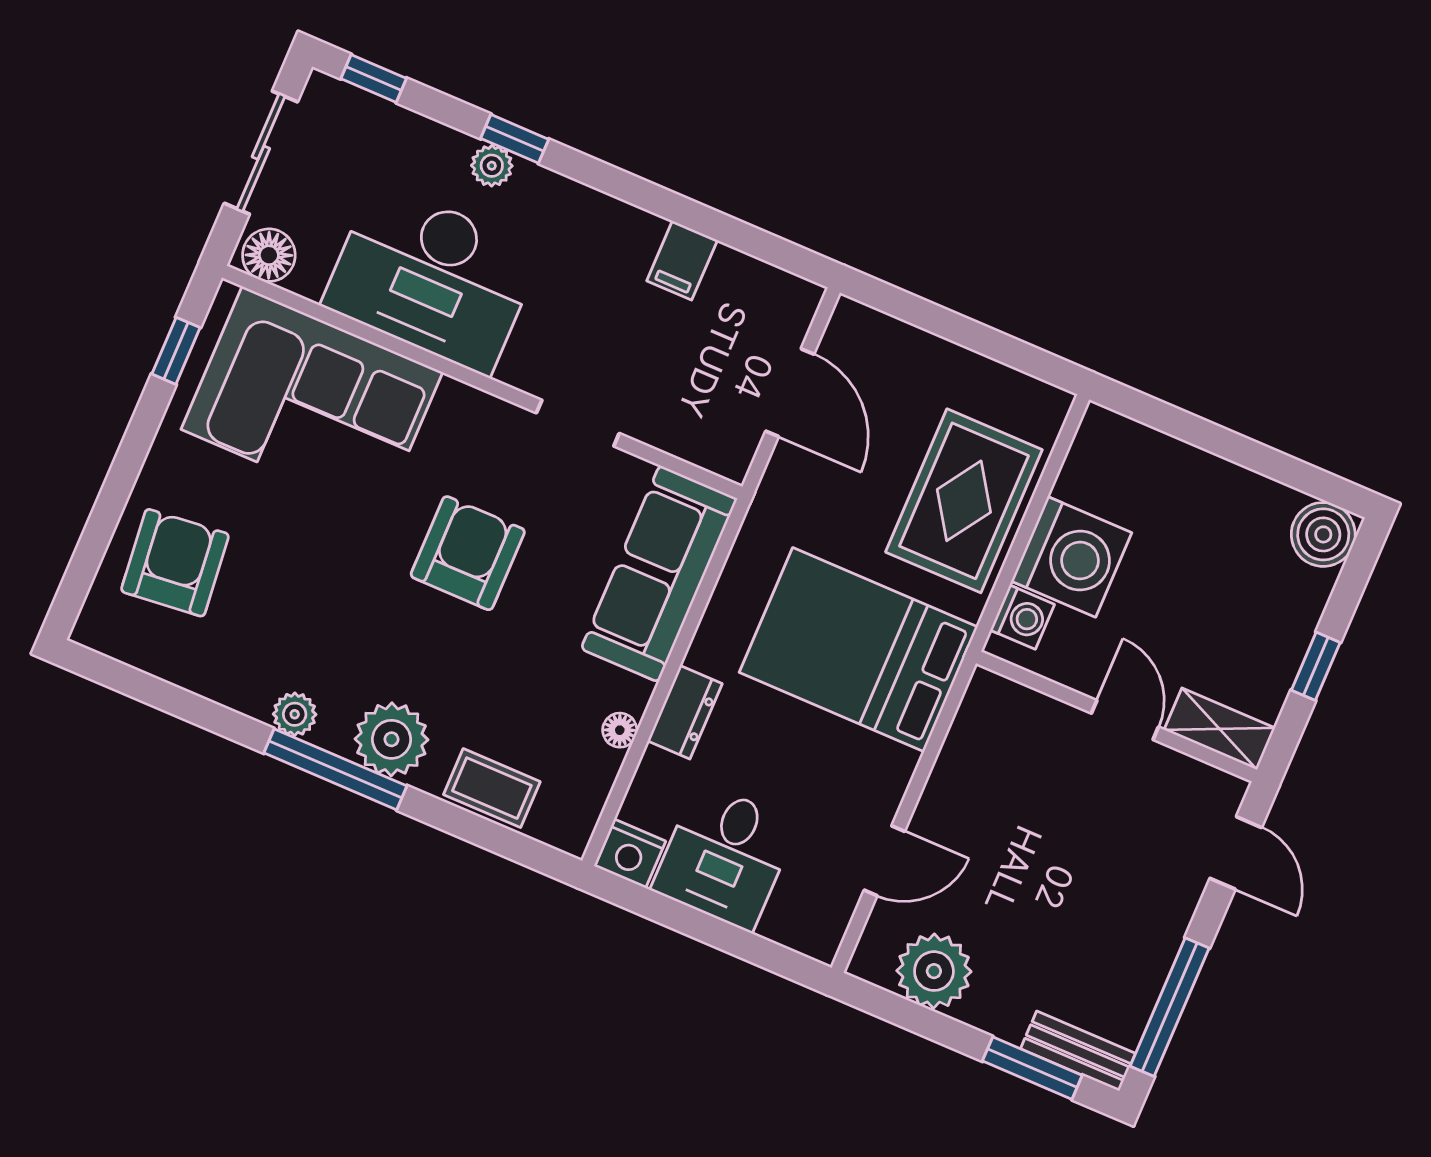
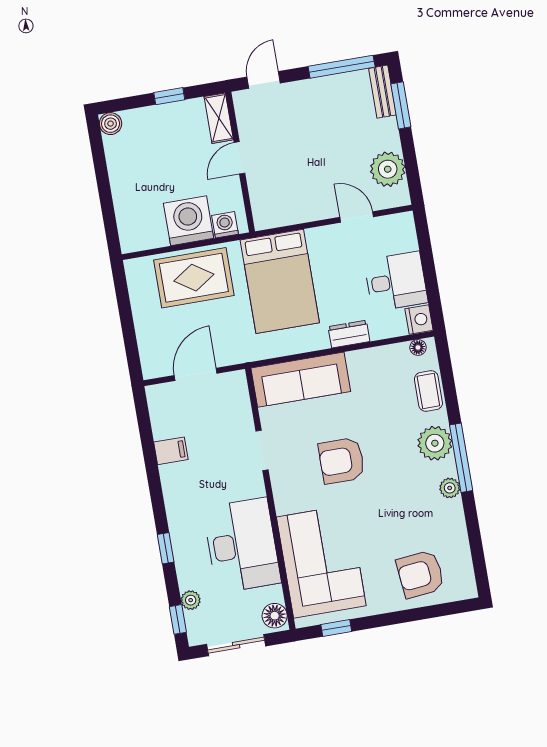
plant: (492, 166) -> (191, 600), moved
boiler: (1323, 534) -> (111, 124), width x0.73, depth x0.73
floor lamp: (620, 730) -> (418, 347), moved

